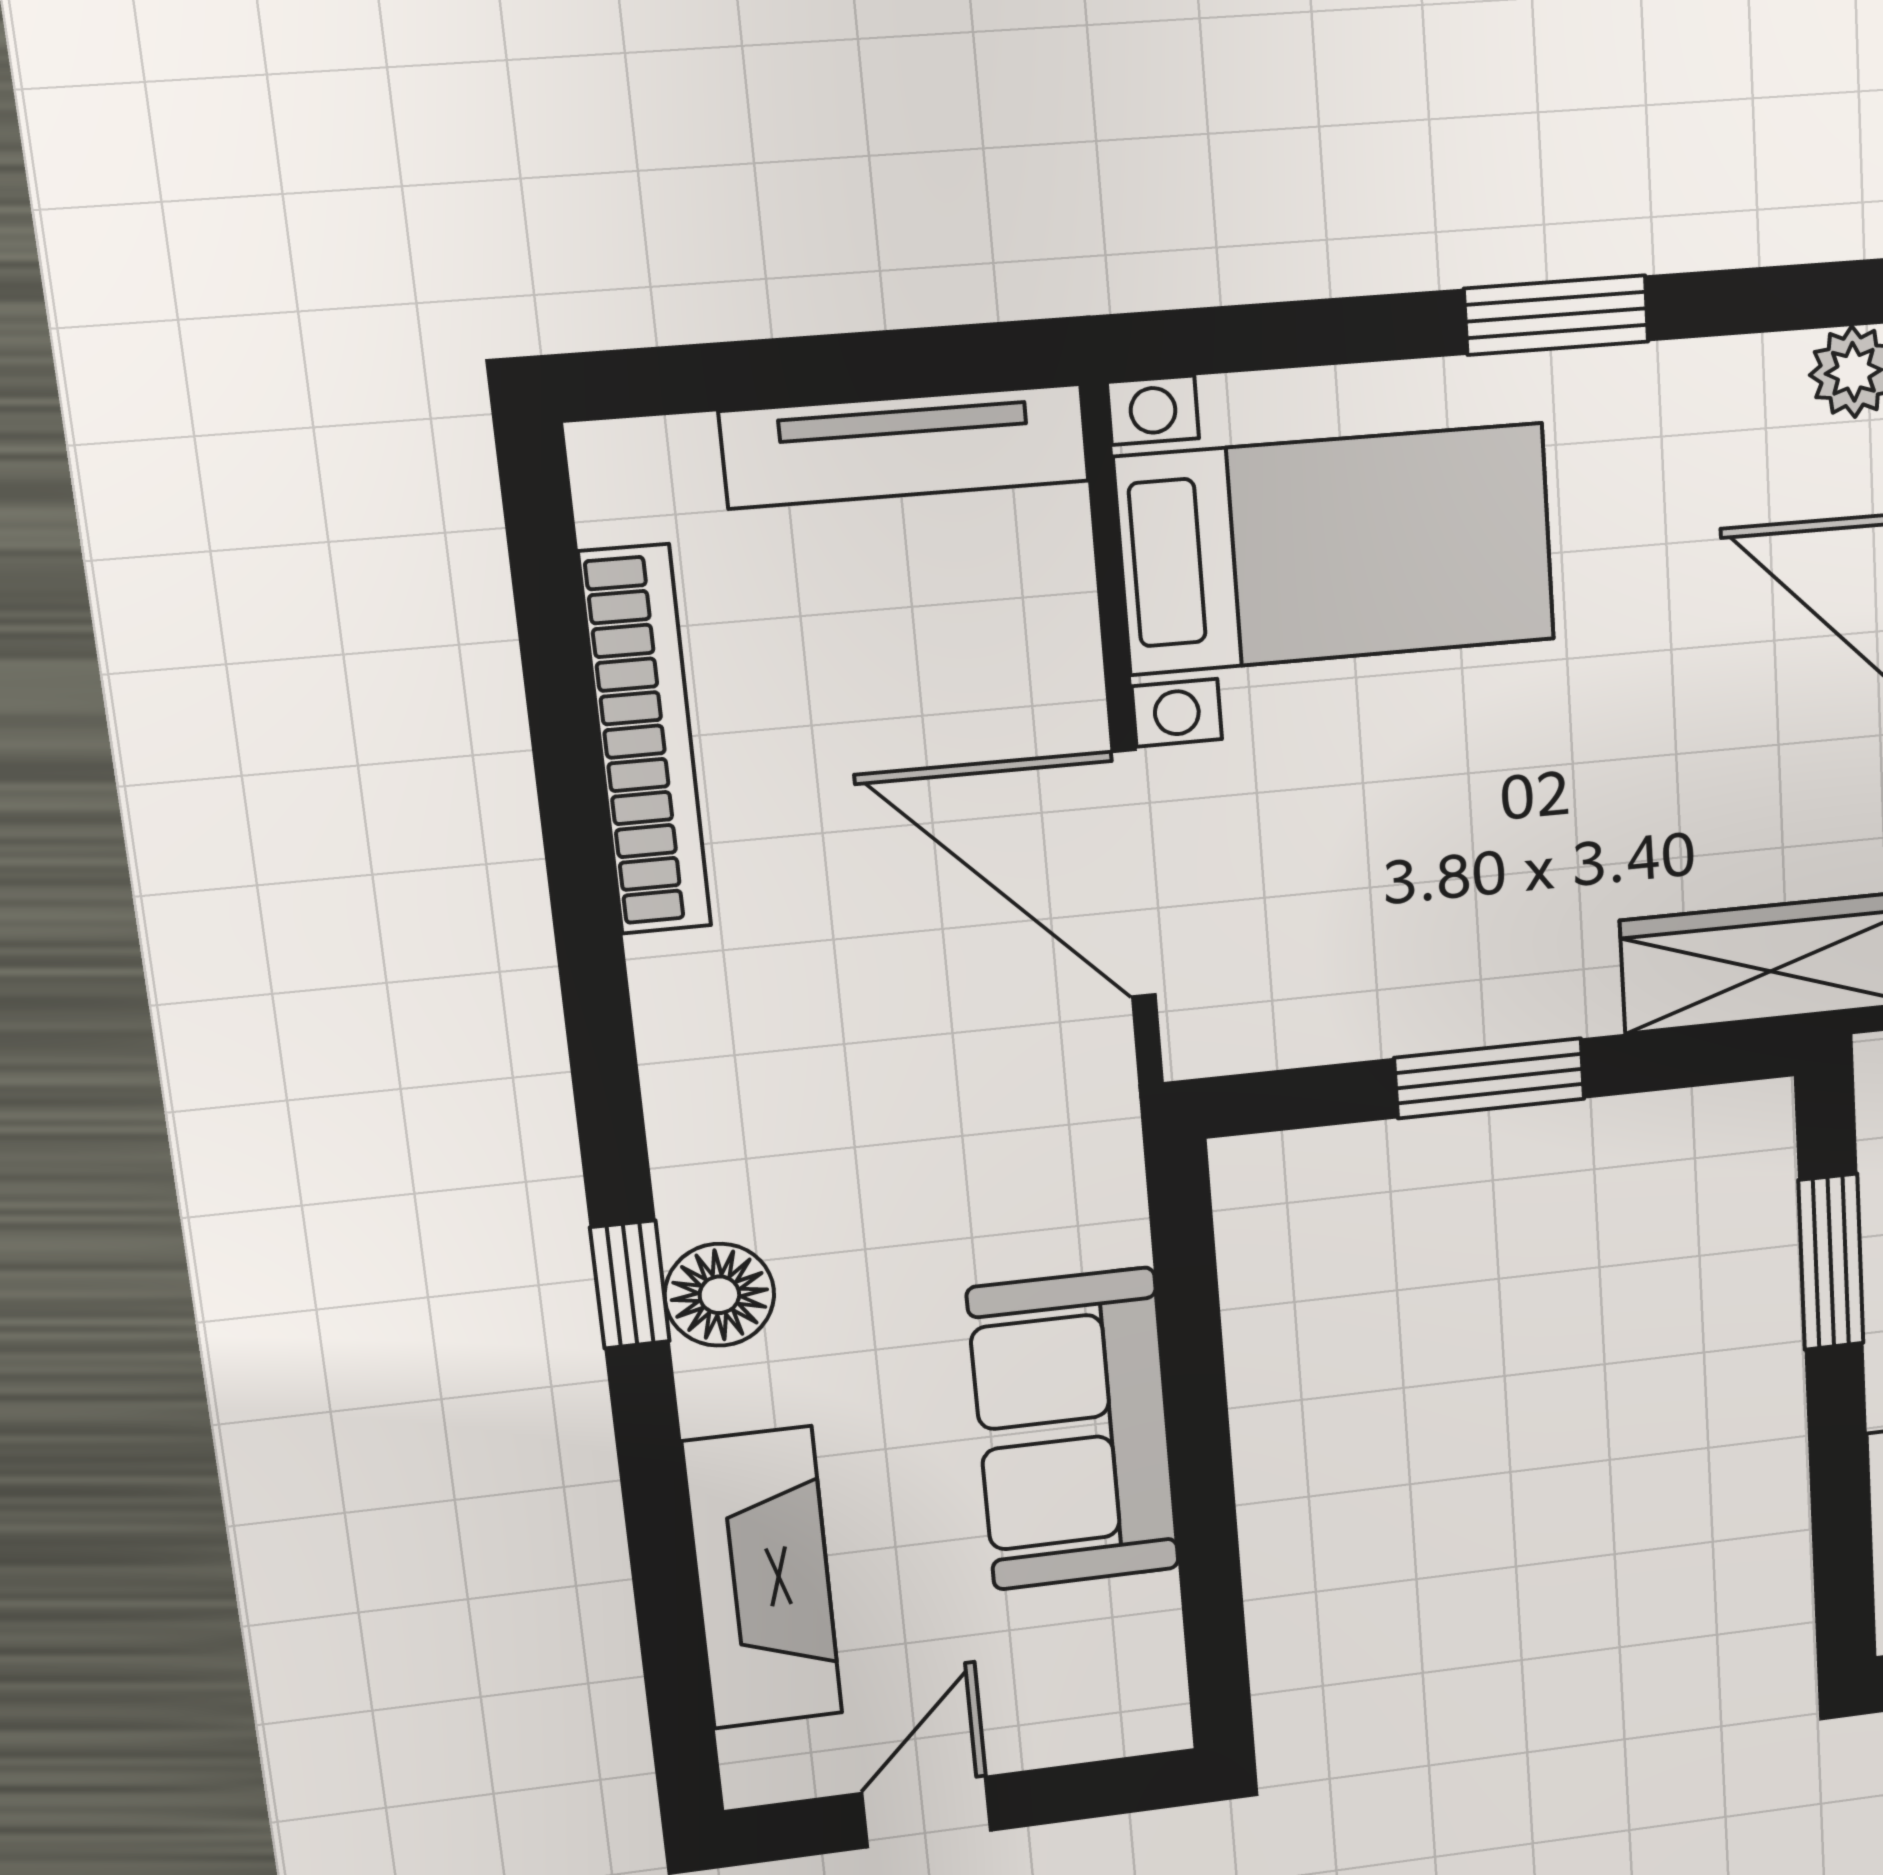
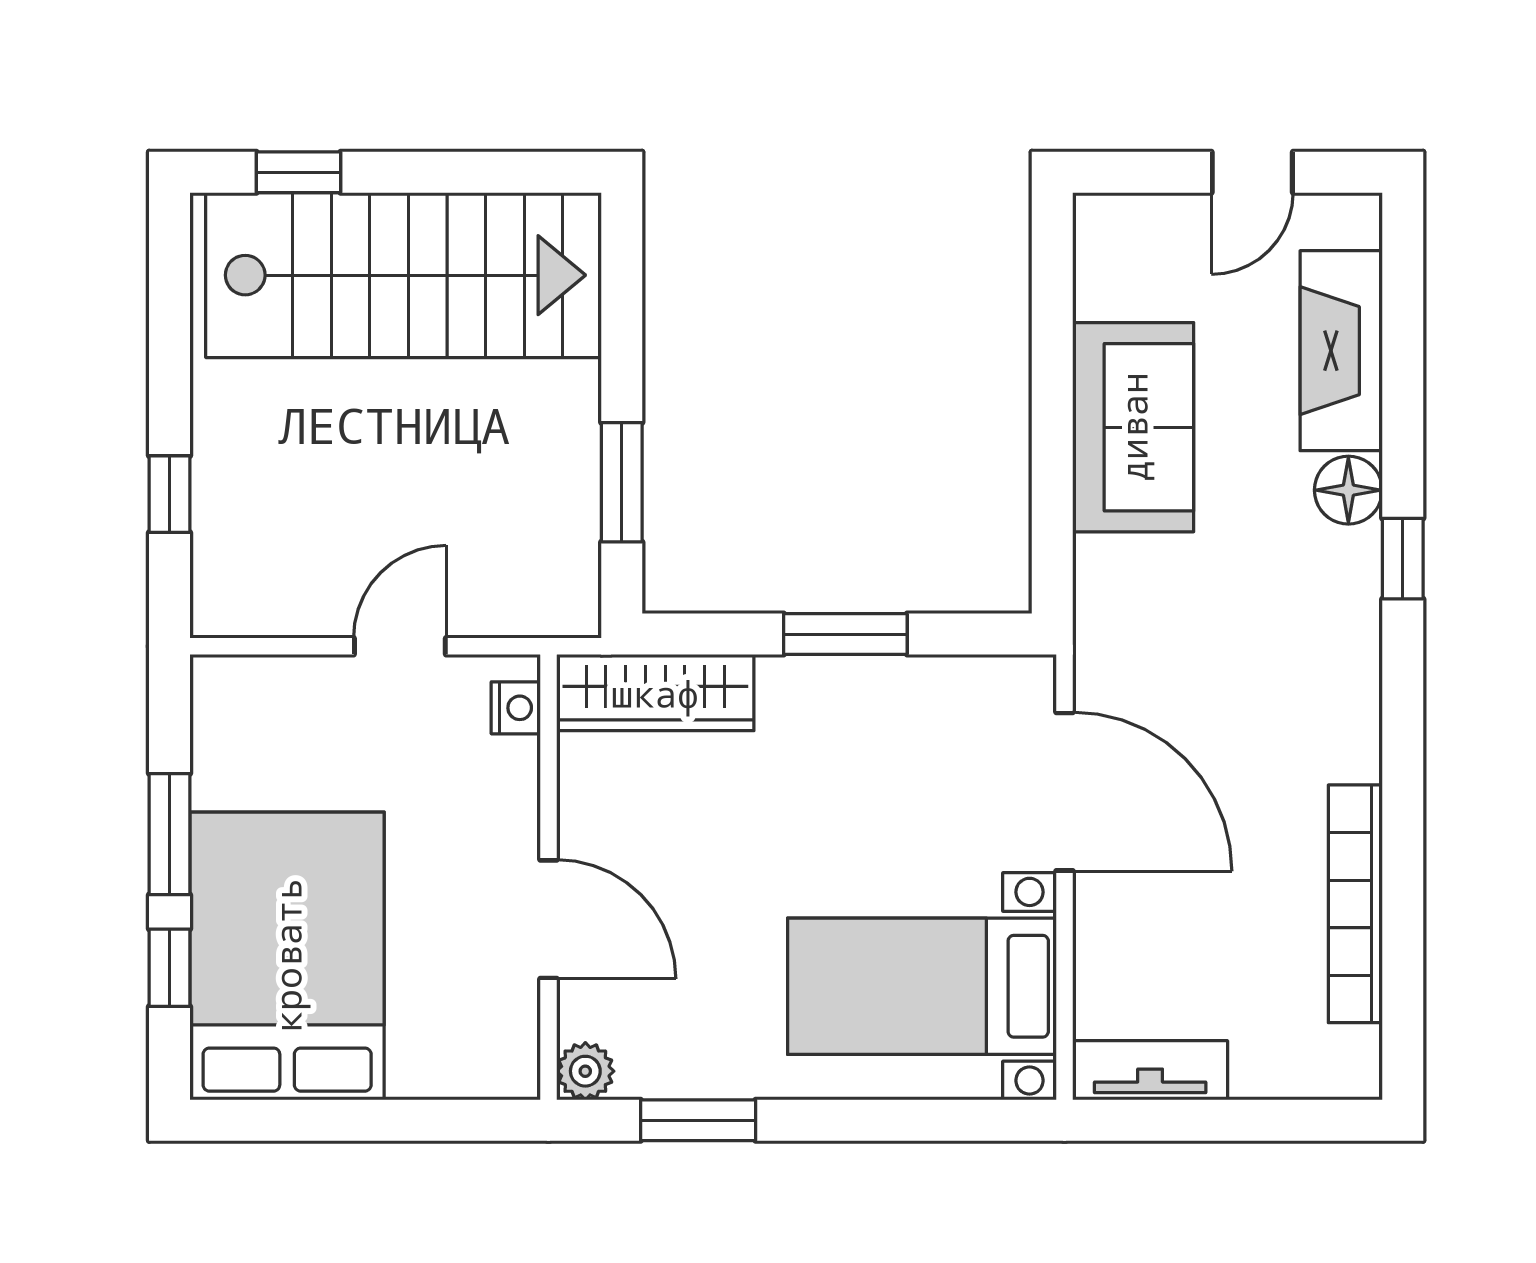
window: (1556, 315) -> (698, 1120), moved
tv unit: (905, 446) -> (1150, 1070), width x0.71
floor lamp: (719, 1295) -> (1348, 490), moved

